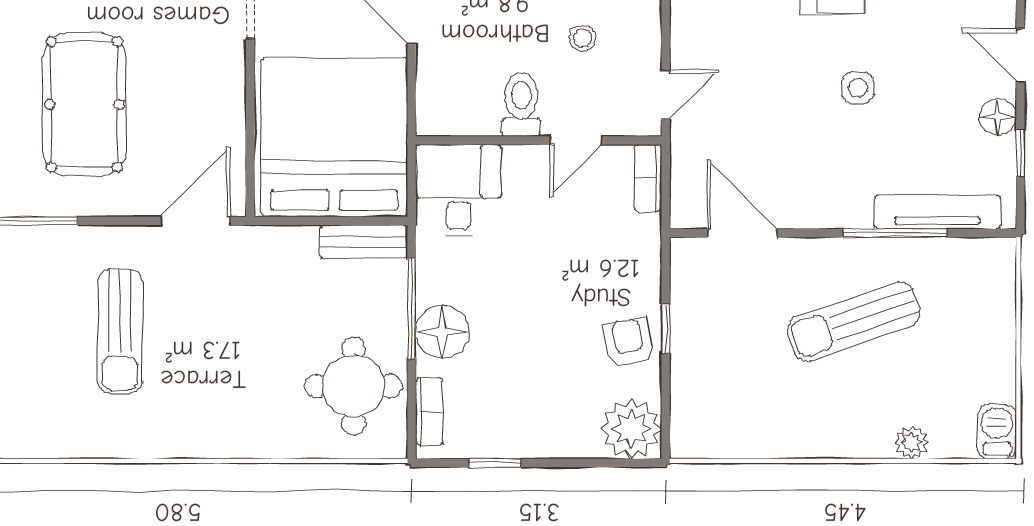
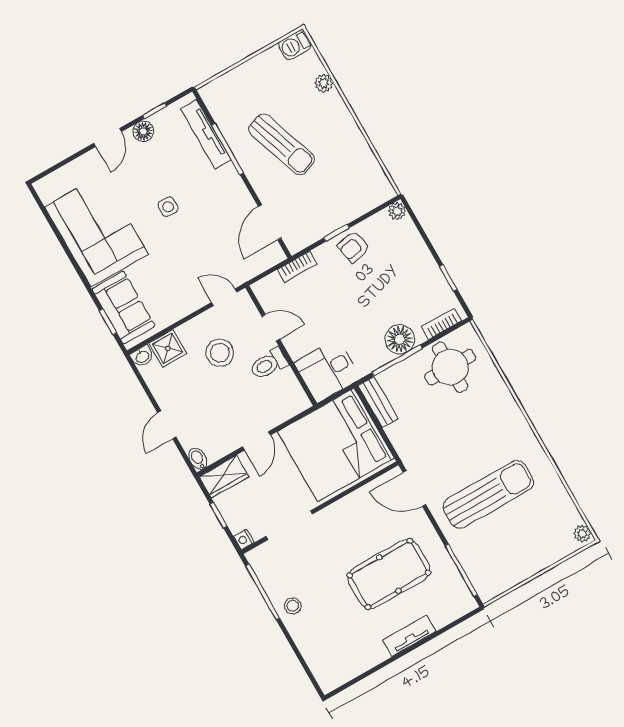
stool: (583, 38) -> (220, 353), width x1.89, depth x1.89
bookcase: (648, 178) -> (297, 267), moved
sun lounger: (120, 332) -> (488, 494), width x1.36, depth x1.34
plant: (631, 429) -> (397, 211), width x0.53, depth x0.53

